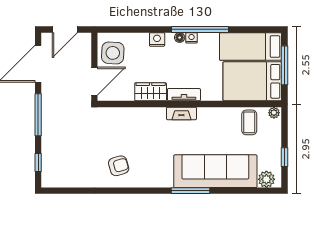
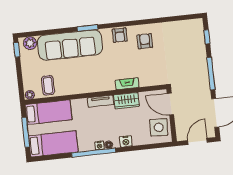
door: (94, 81) -> (170, 104), hinge flipped
bed: (252, 81) -> (49, 112), width x0.67
fireplace: (181, 113) -> (127, 84), moved
window: (284, 157) -> (17, 50), moved
armchair: (119, 166) -> (145, 41), turned 106
armchair: (150, 177) -> (120, 35), added
window: (190, 191) -> (87, 28), width x0.69

